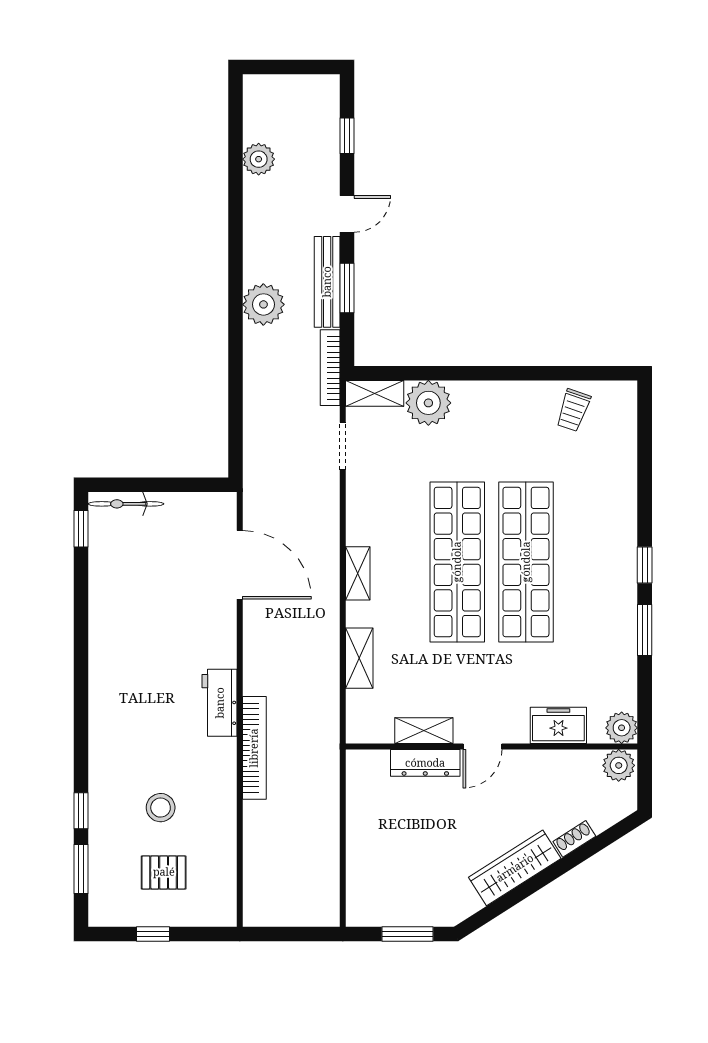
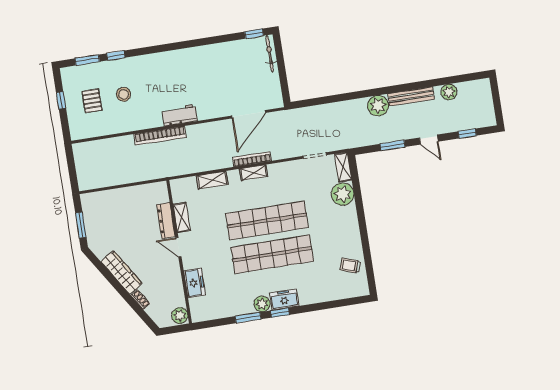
bench: (327, 282) -> (411, 96), moved
bookcase: (330, 368) -> (252, 159), moved
freezer: (620, 552) -> (284, 299), added
plant: (622, 728) -> (262, 304), moved

